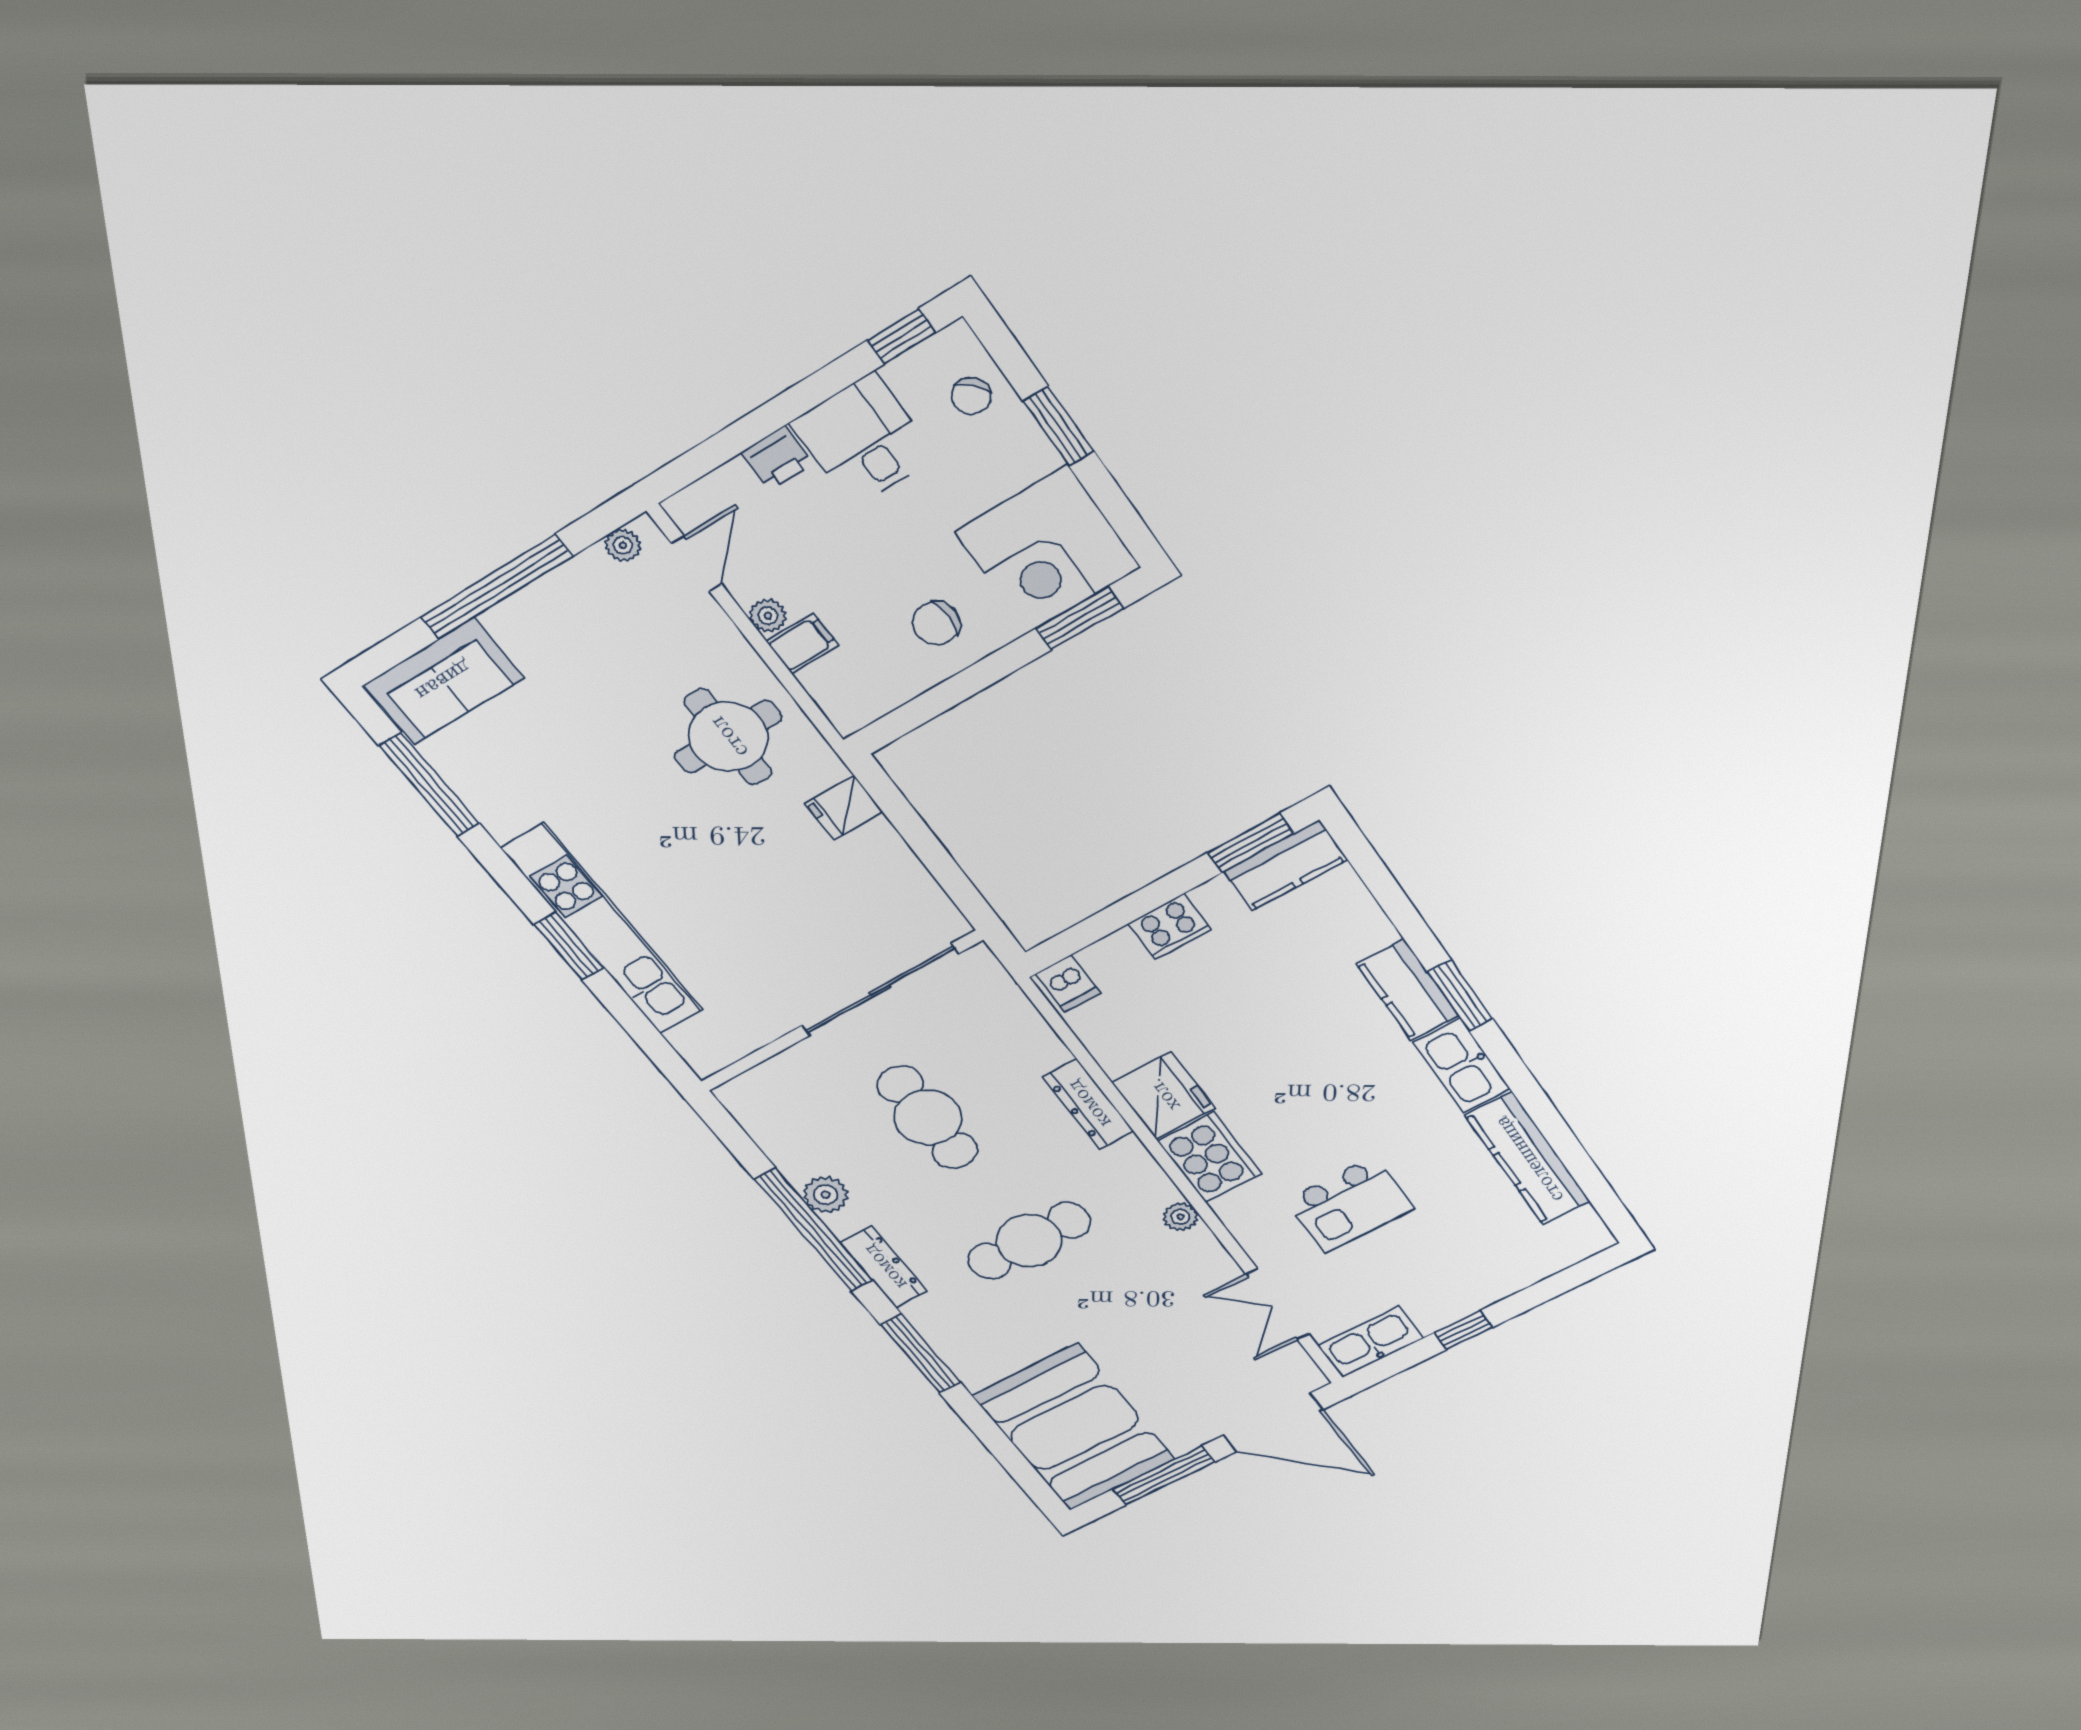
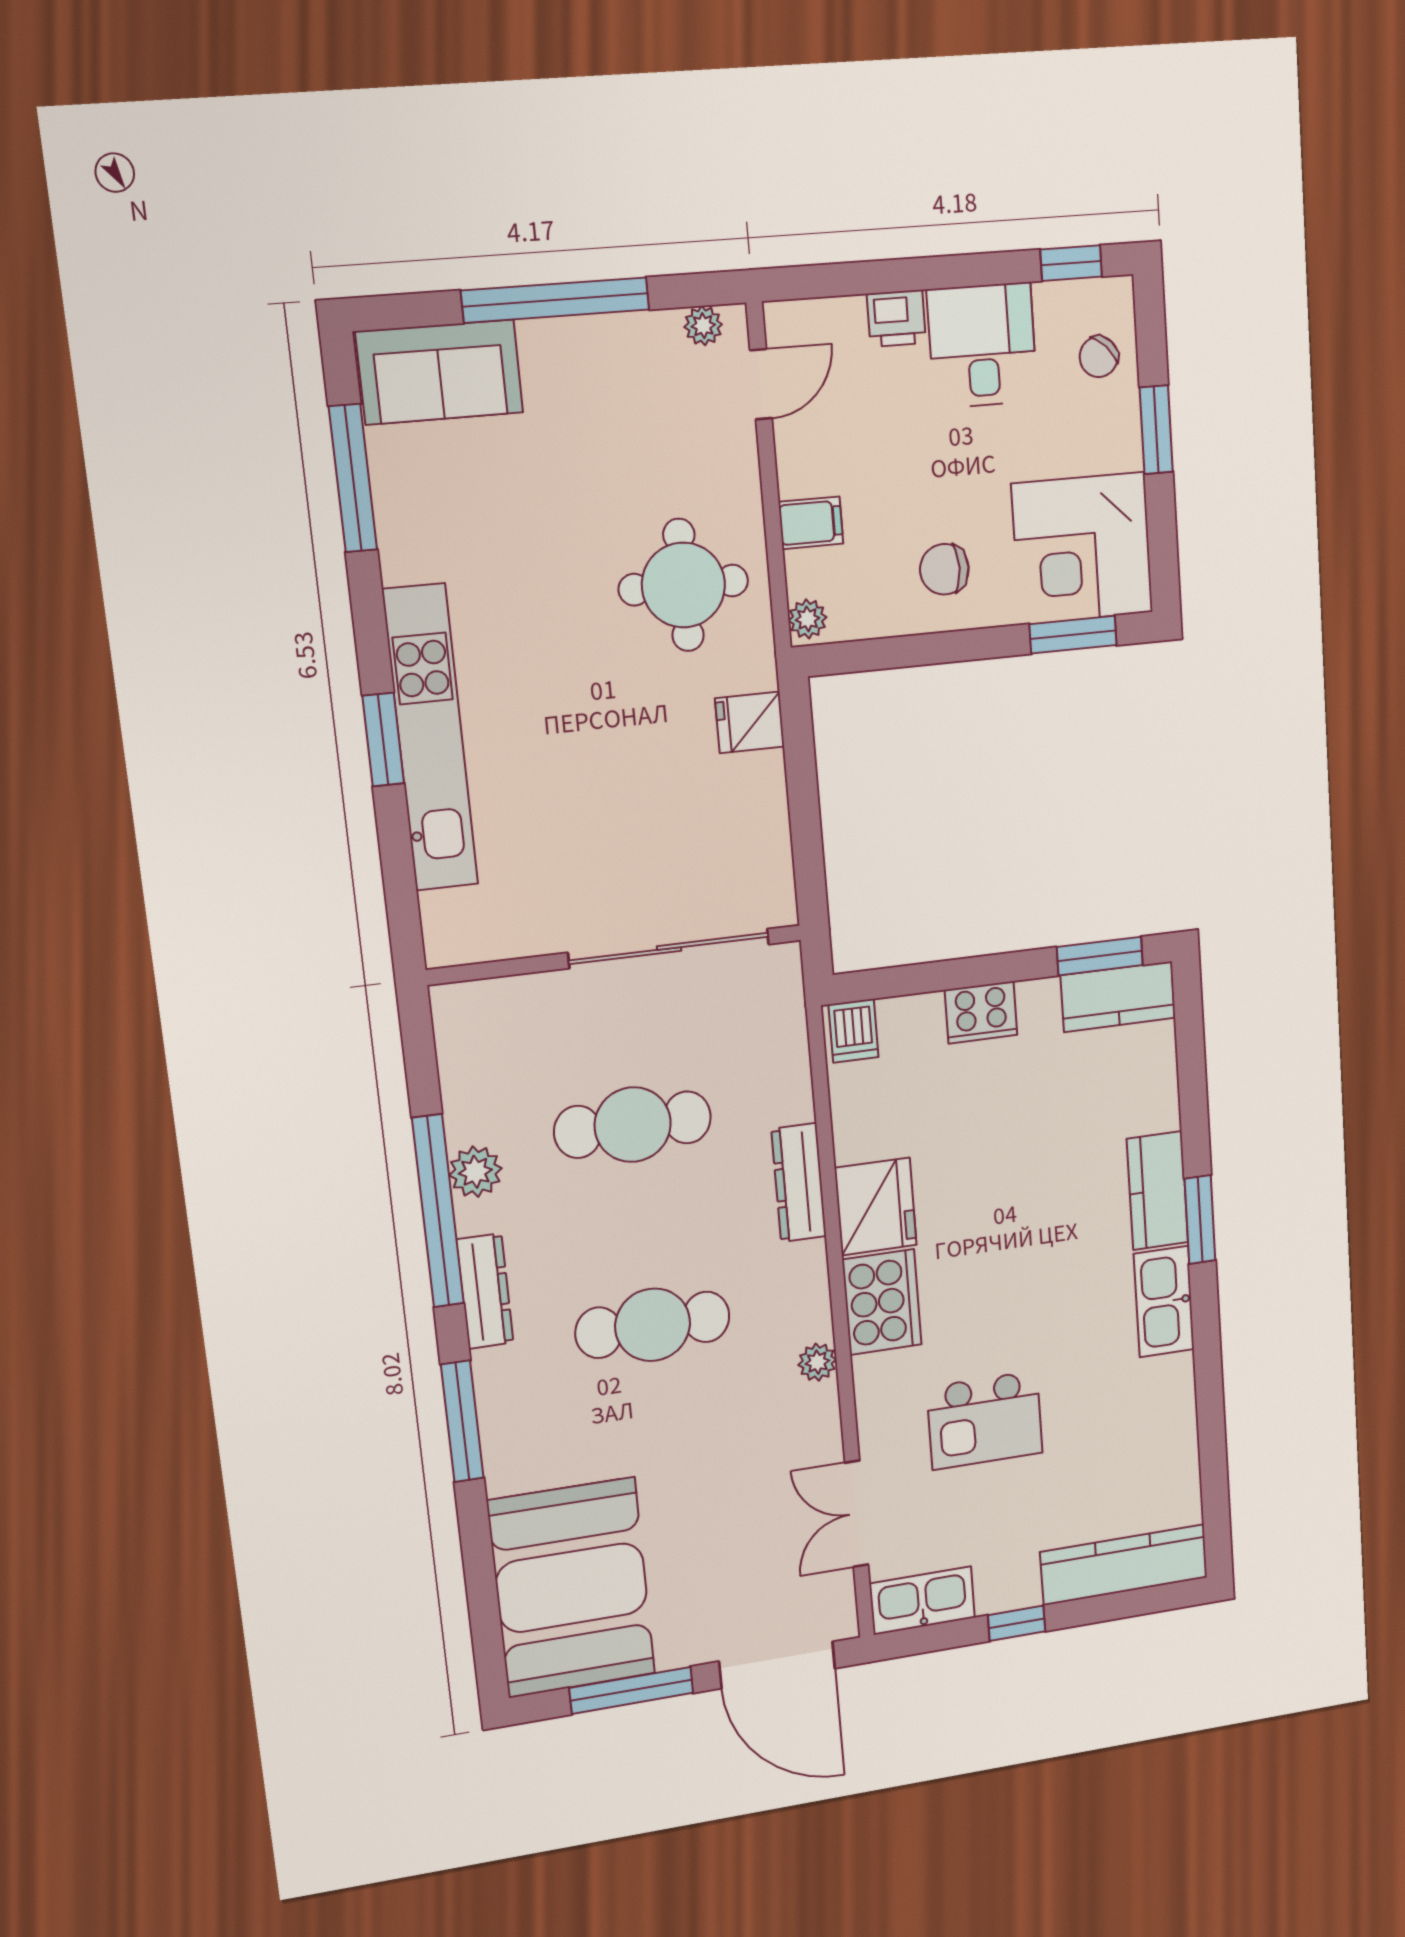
plant: (768, 616) -> (808, 619), moved
cafe table: (928, 1118) -> (633, 1125), turned 90
kitchen counter: (1528, 1159) -> (1124, 1565), moved, turned 90

